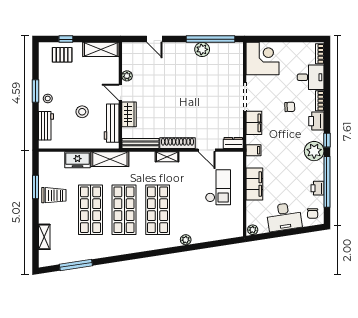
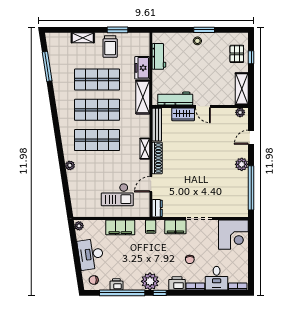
plant: (202, 49) -> (242, 164), moved
plant: (127, 76) -> (240, 112), moved
door: (120, 92) -> (203, 106), swing flipped
stool: (82, 112) -> (185, 72), removed
workbench: (46, 126) -> (159, 56), moved, turned -90
shelving: (44, 237) -> (83, 38), moved

